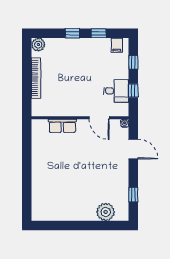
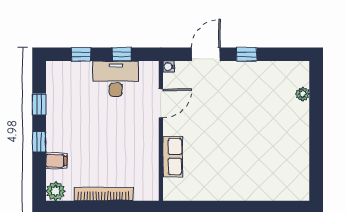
filing cabinet: (117, 45) -> (56, 161), moved
desk: (116, 91) -> (116, 79), width x1.37
window: (133, 195) -> (247, 54), moved
plant: (106, 212) -> (303, 94), width x0.53, depth x0.53

